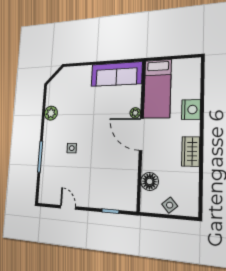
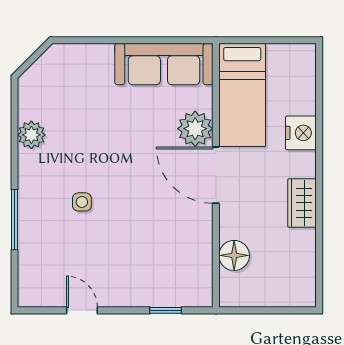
plant: (135, 113) -> (195, 129), width x1.88, depth x1.88
side table: (170, 205) -> (269, 292), removed

